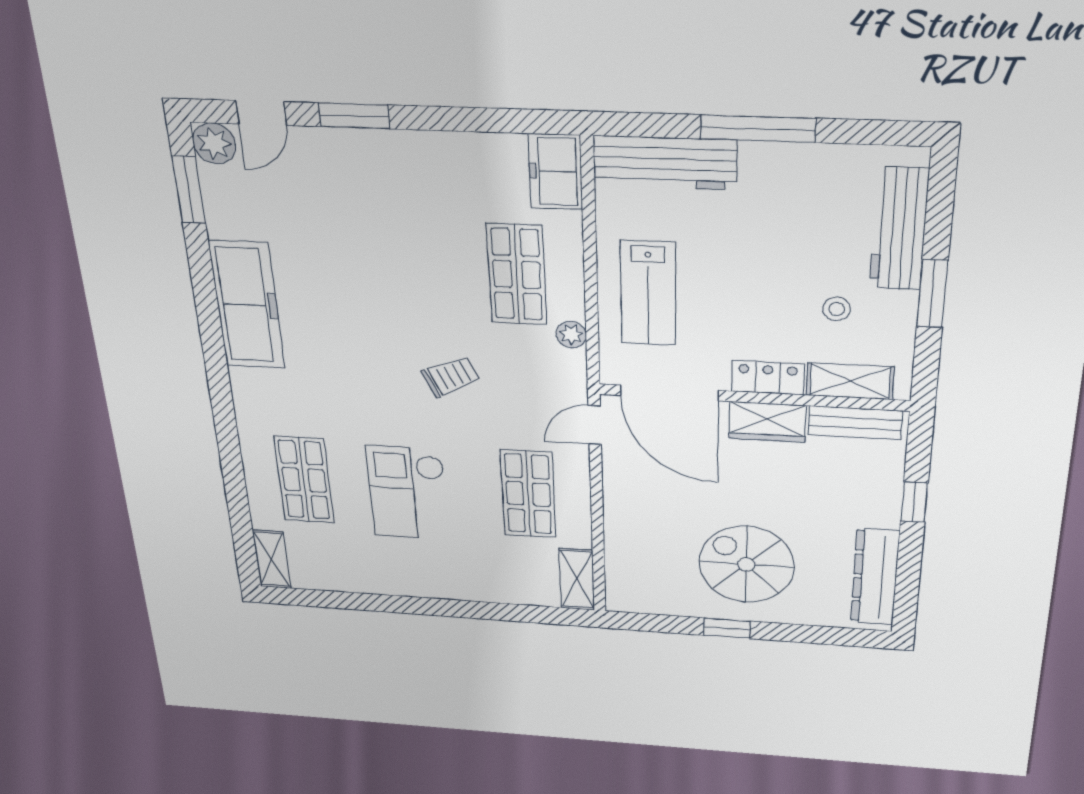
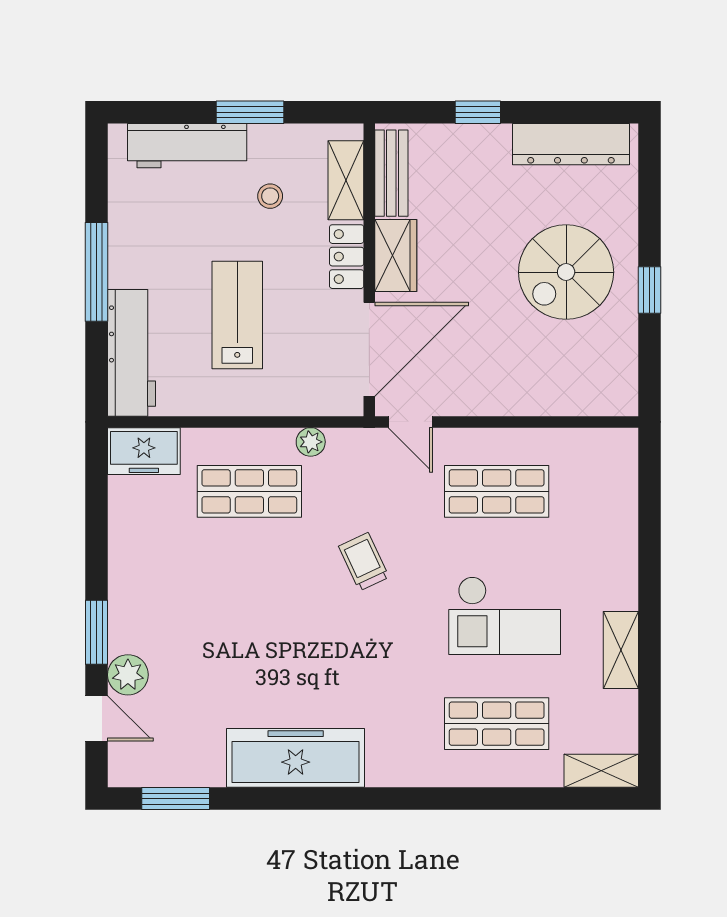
plant: (214, 143) -> (128, 675), moved
lab bench: (648, 293) -> (237, 315), moved, turned -90
shelving: (577, 579) -> (621, 650), moved, turned 90

